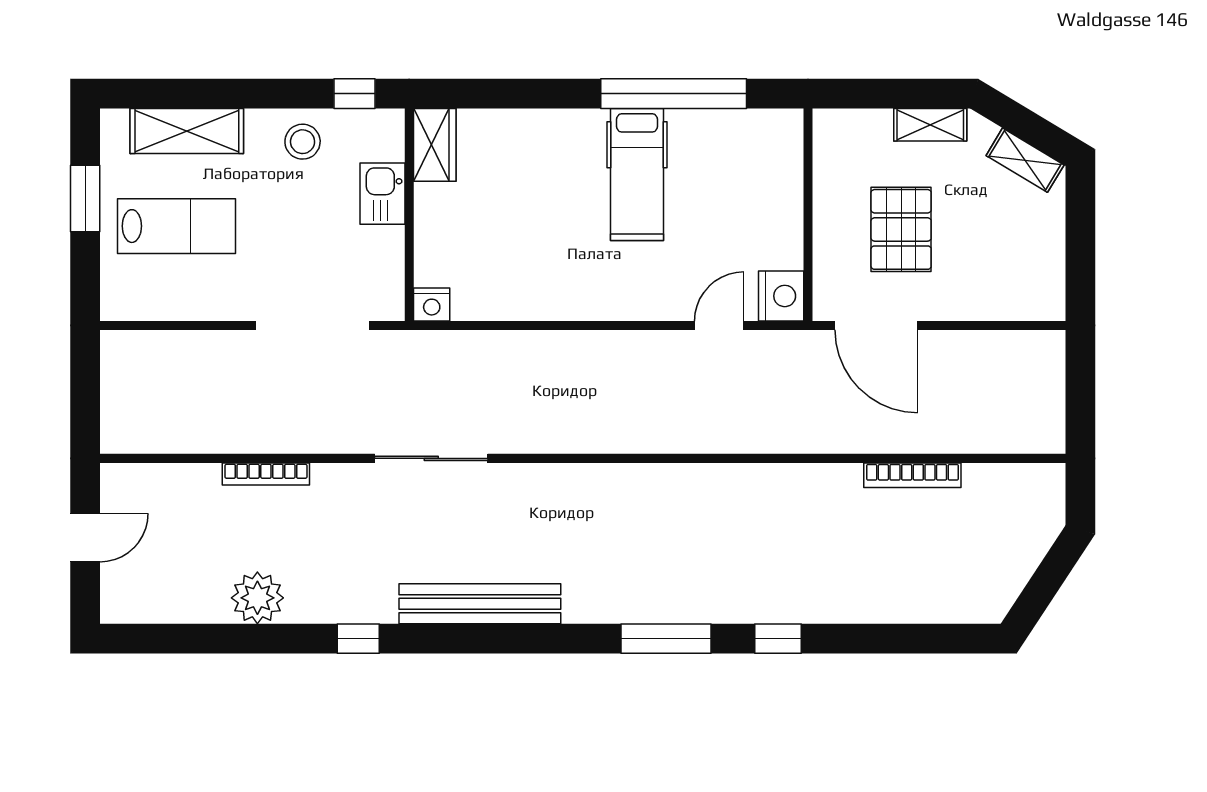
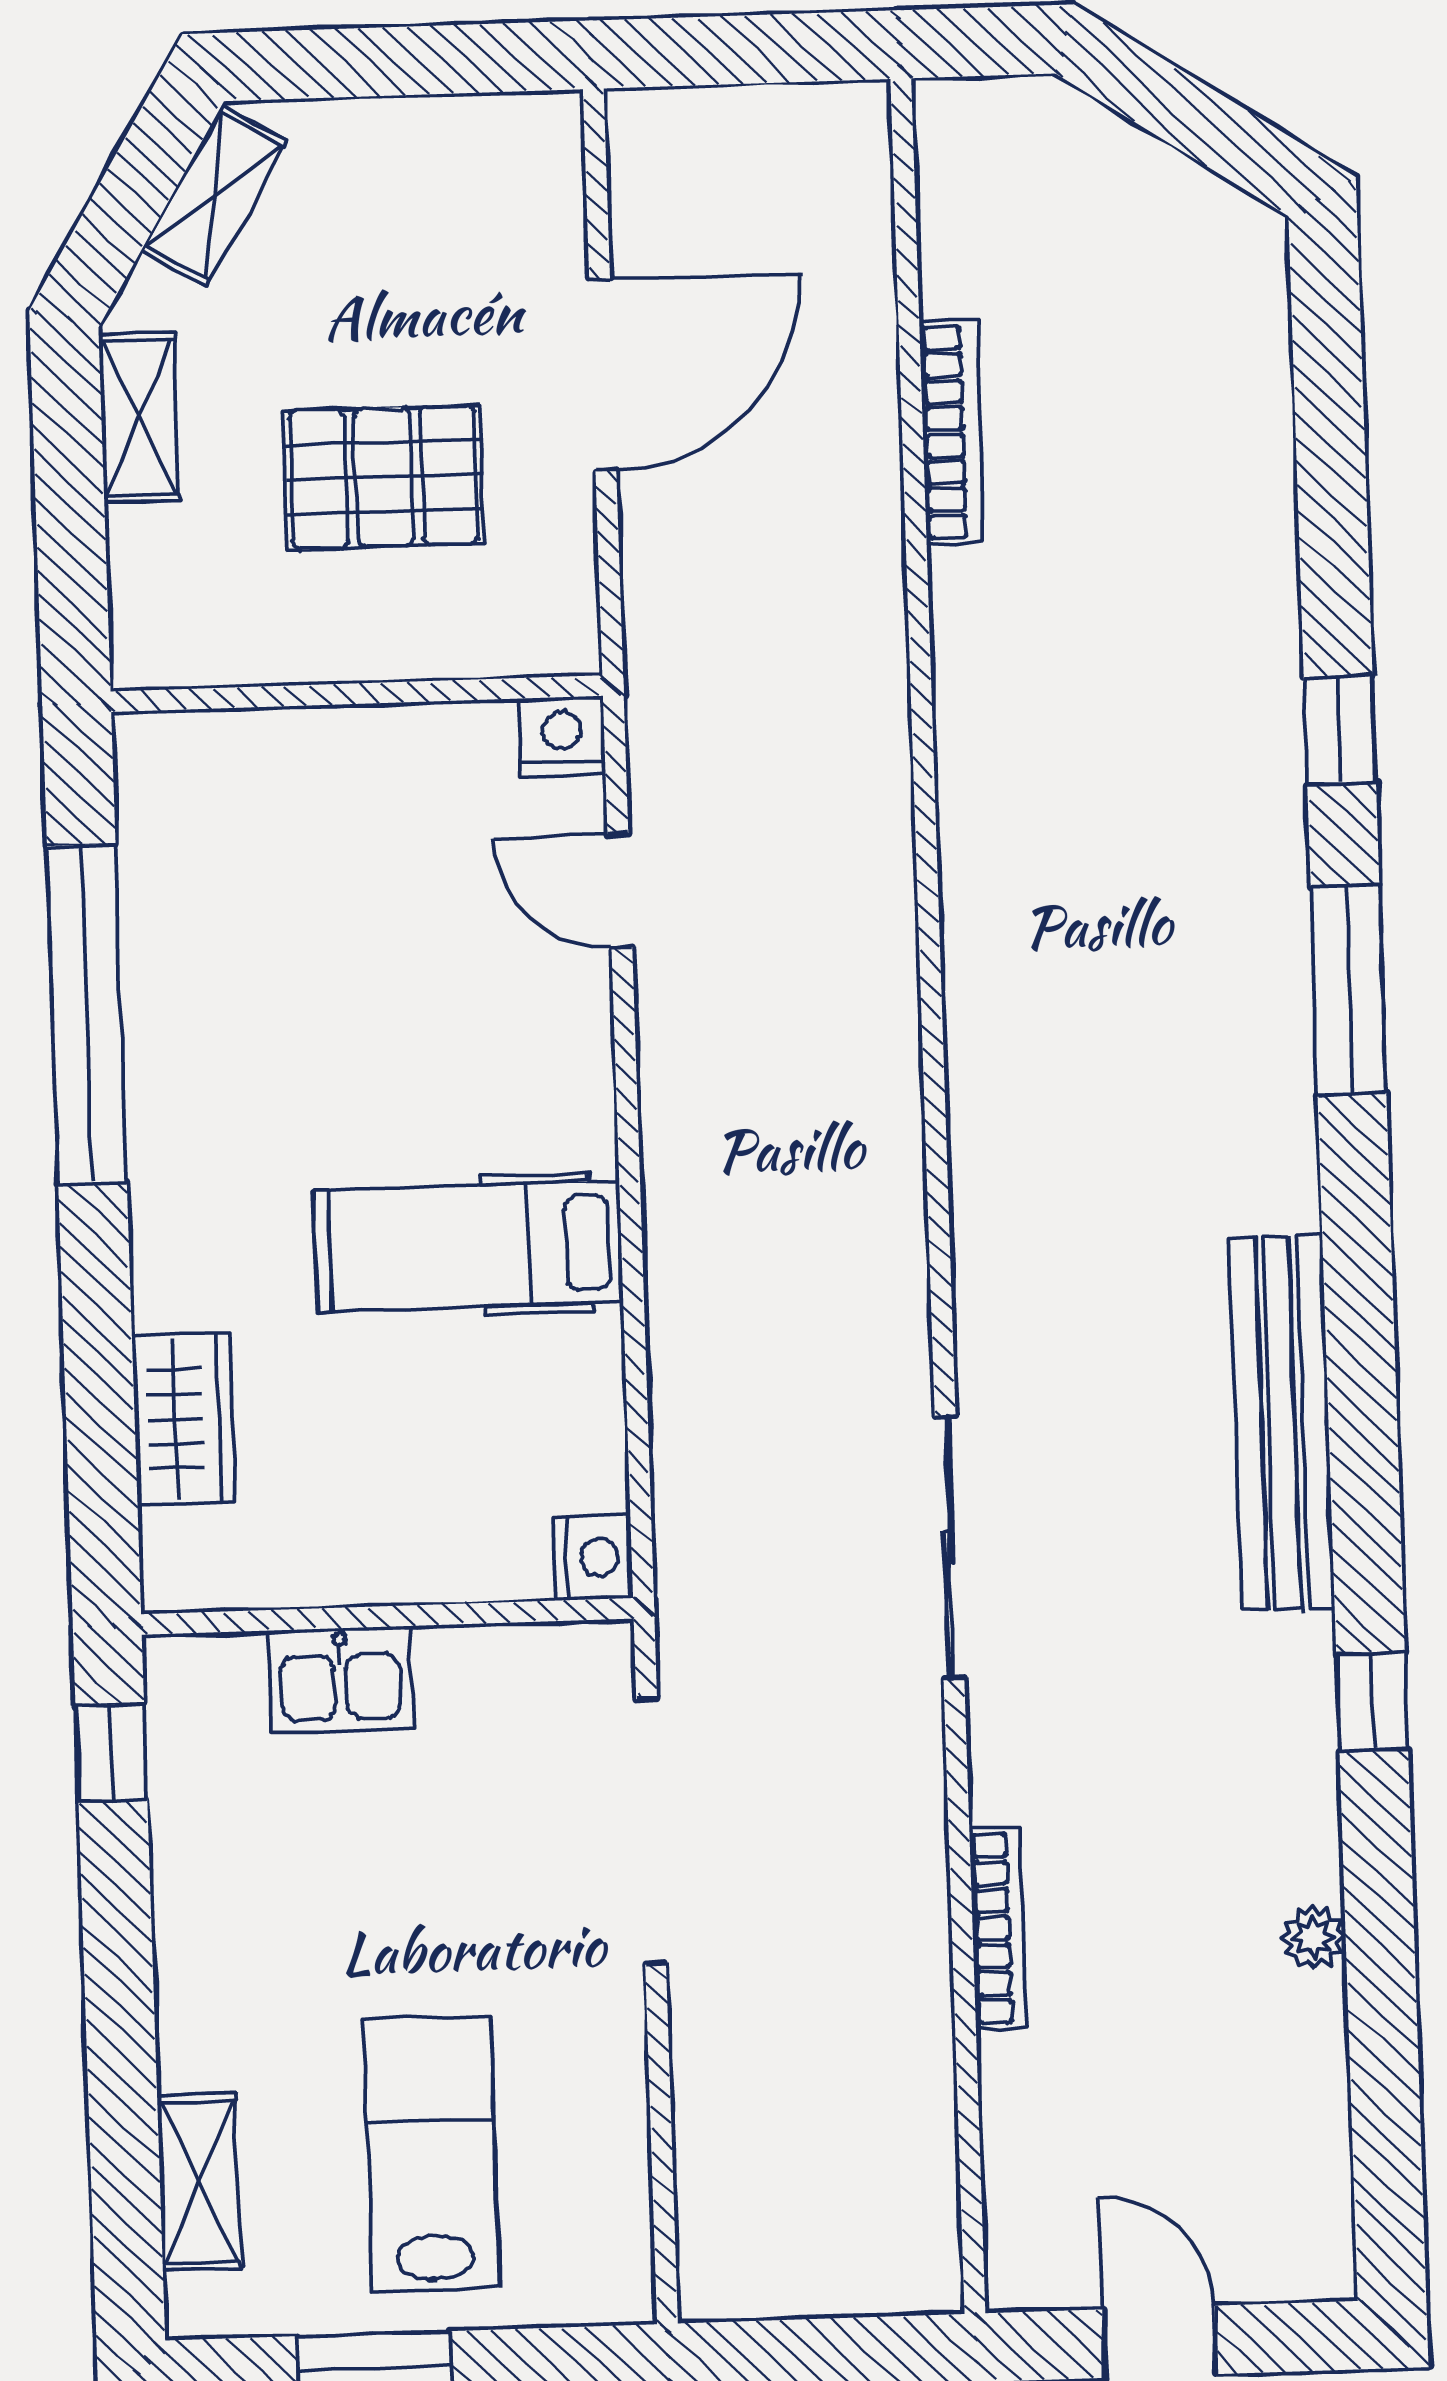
shelving: (187, 131) -> (199, 2182), width x0.67, depth x0.75
stool: (303, 142) -> (227, 1869), removed
wardrobe: (435, 145) -> (183, 1419), moved, turned 90
hospital bed: (637, 174) -> (468, 1246), moved, turned 180
nightstand: (781, 296) -> (562, 736), width x0.74, depth x0.75
door: (876, 325) -> (603, 375), moved
plant: (257, 598) -> (1314, 1937), width x0.53, depth x0.53

